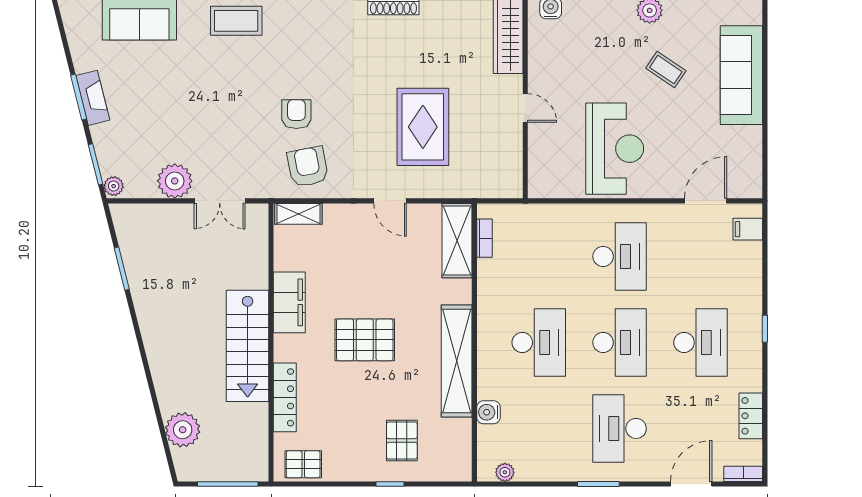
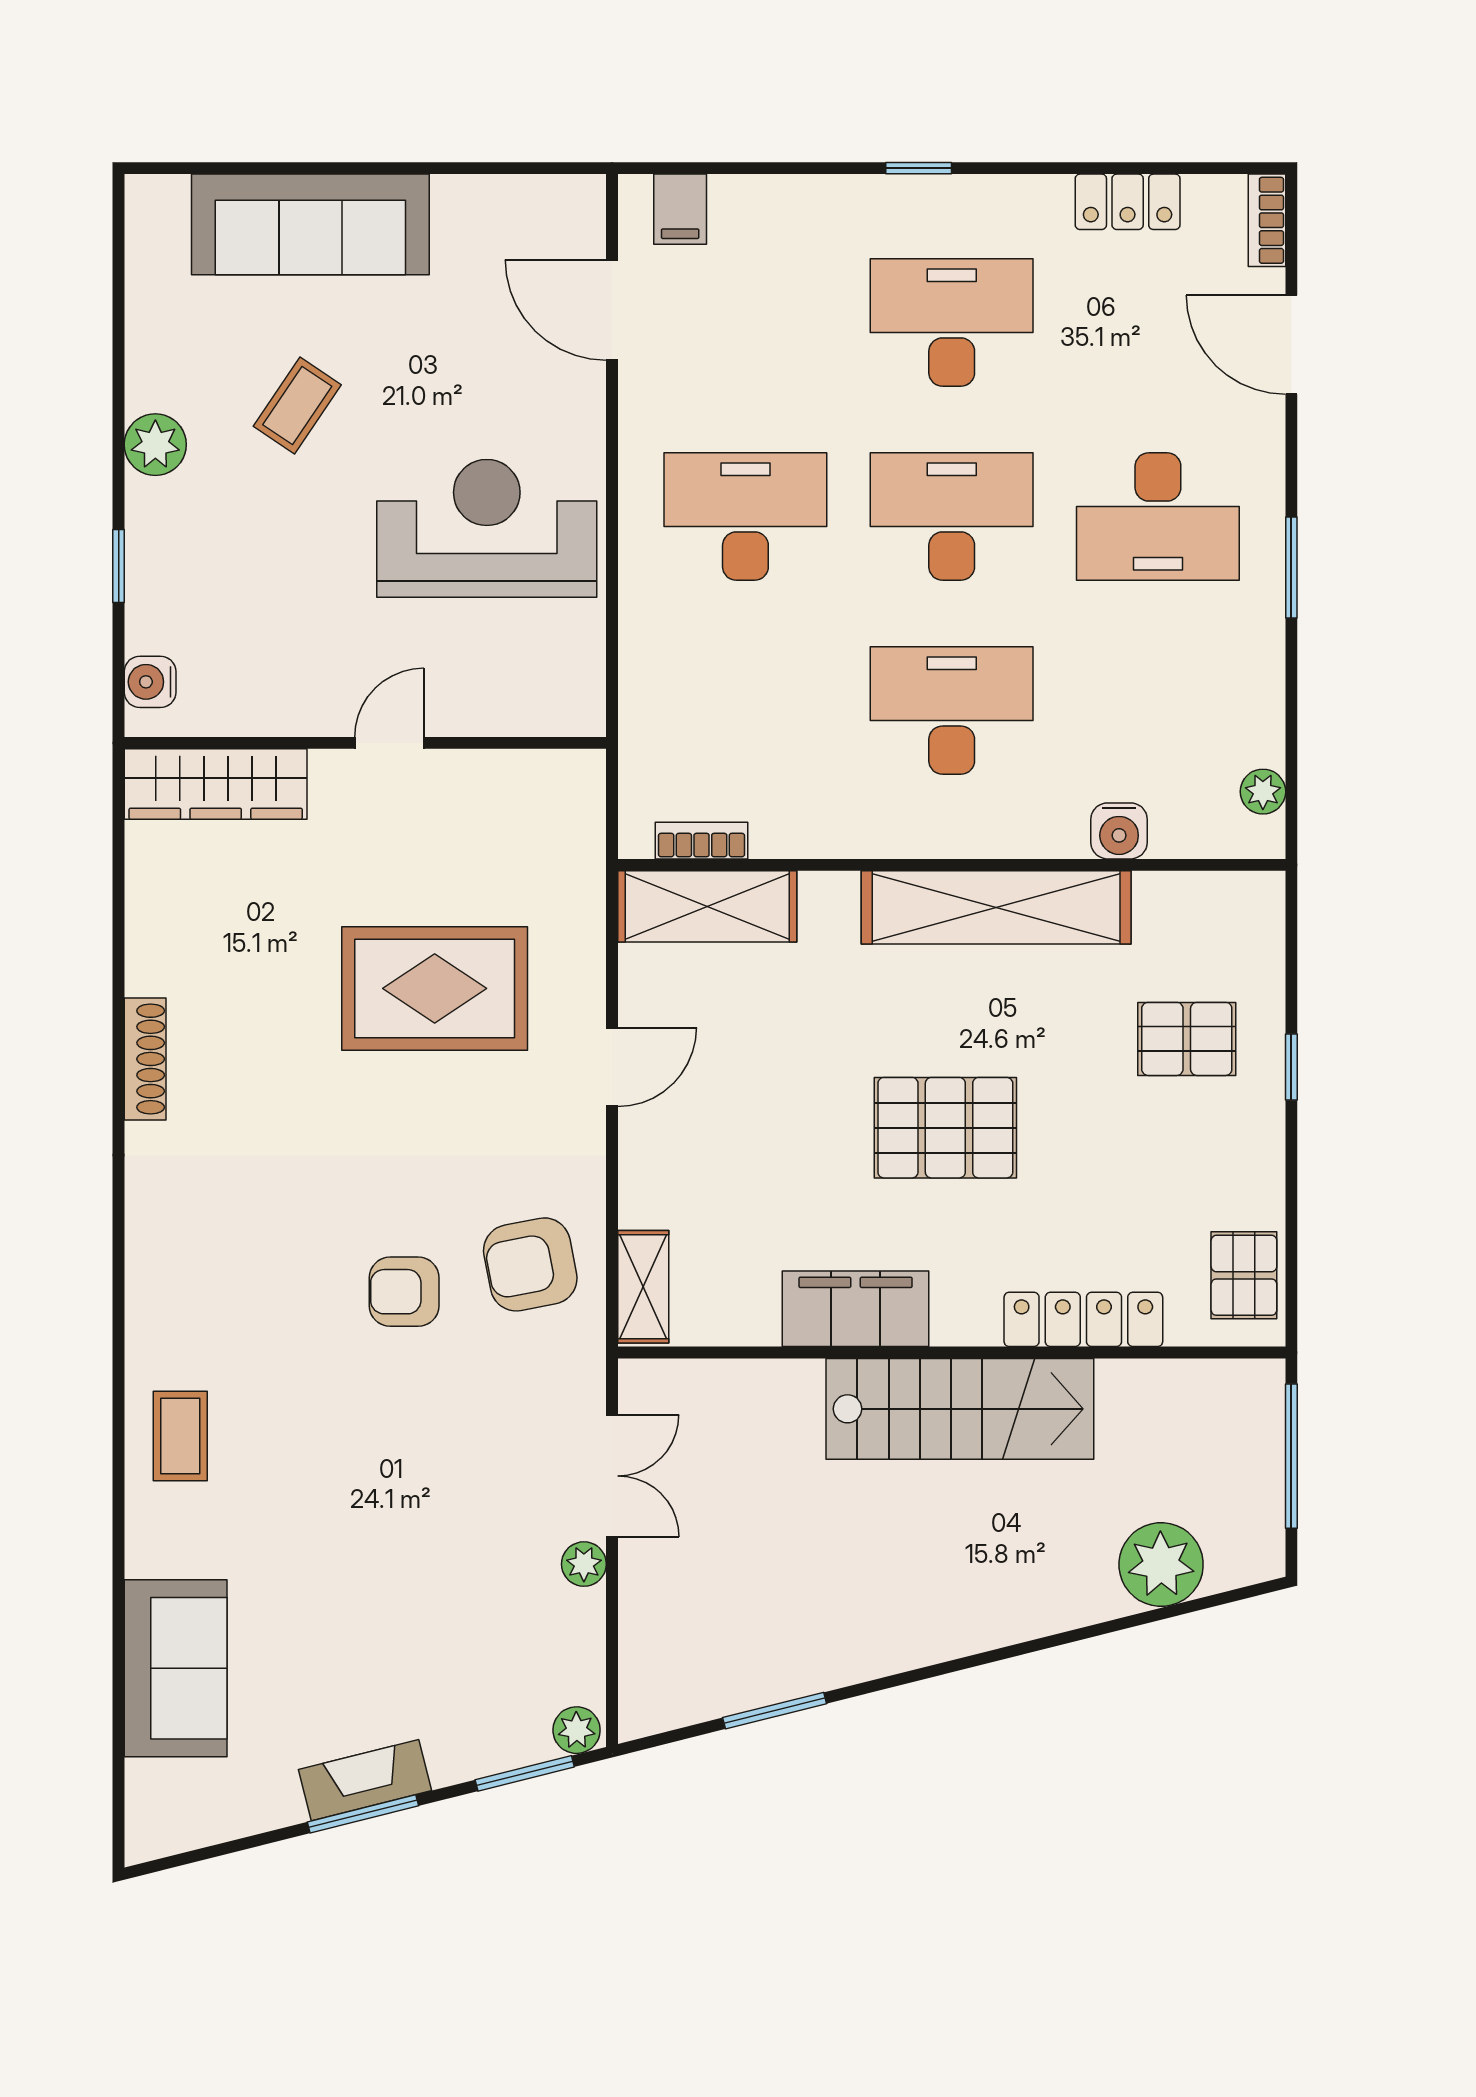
coffee table: (236, 21) -> (180, 1436), width x0.73, depth x0.77
plant: (175, 181) -> (584, 1564), width x0.53, depth x0.53
pallet: (365, 340) -> (945, 1128), turned 90

